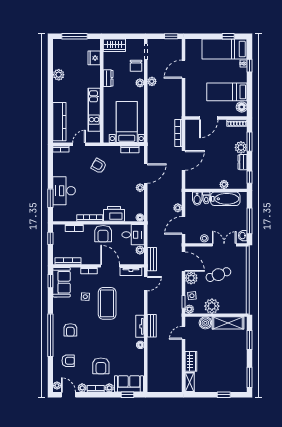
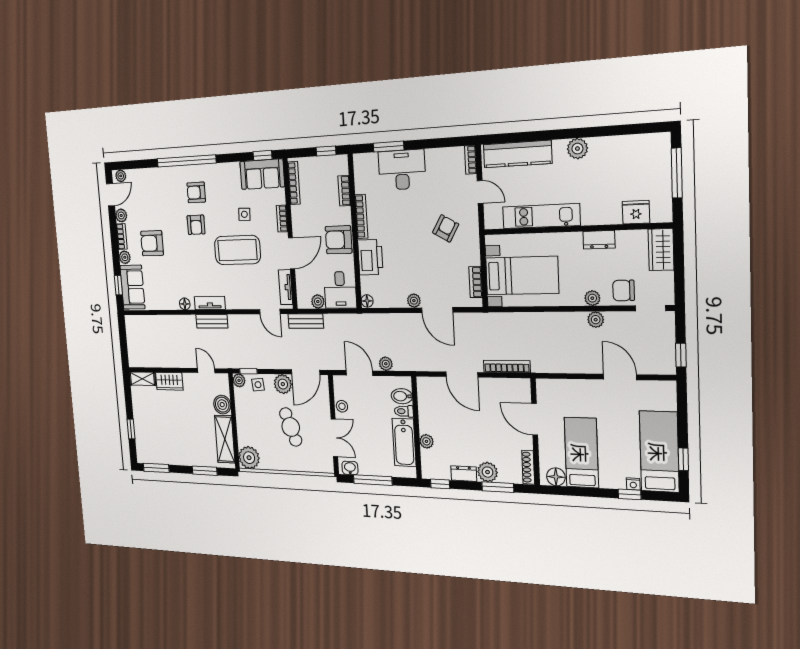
plant: (59, 75) -> (577, 149), moved
plant: (212, 306) -> (249, 458), moved
armchair: (68, 361) -> (196, 225), moved

